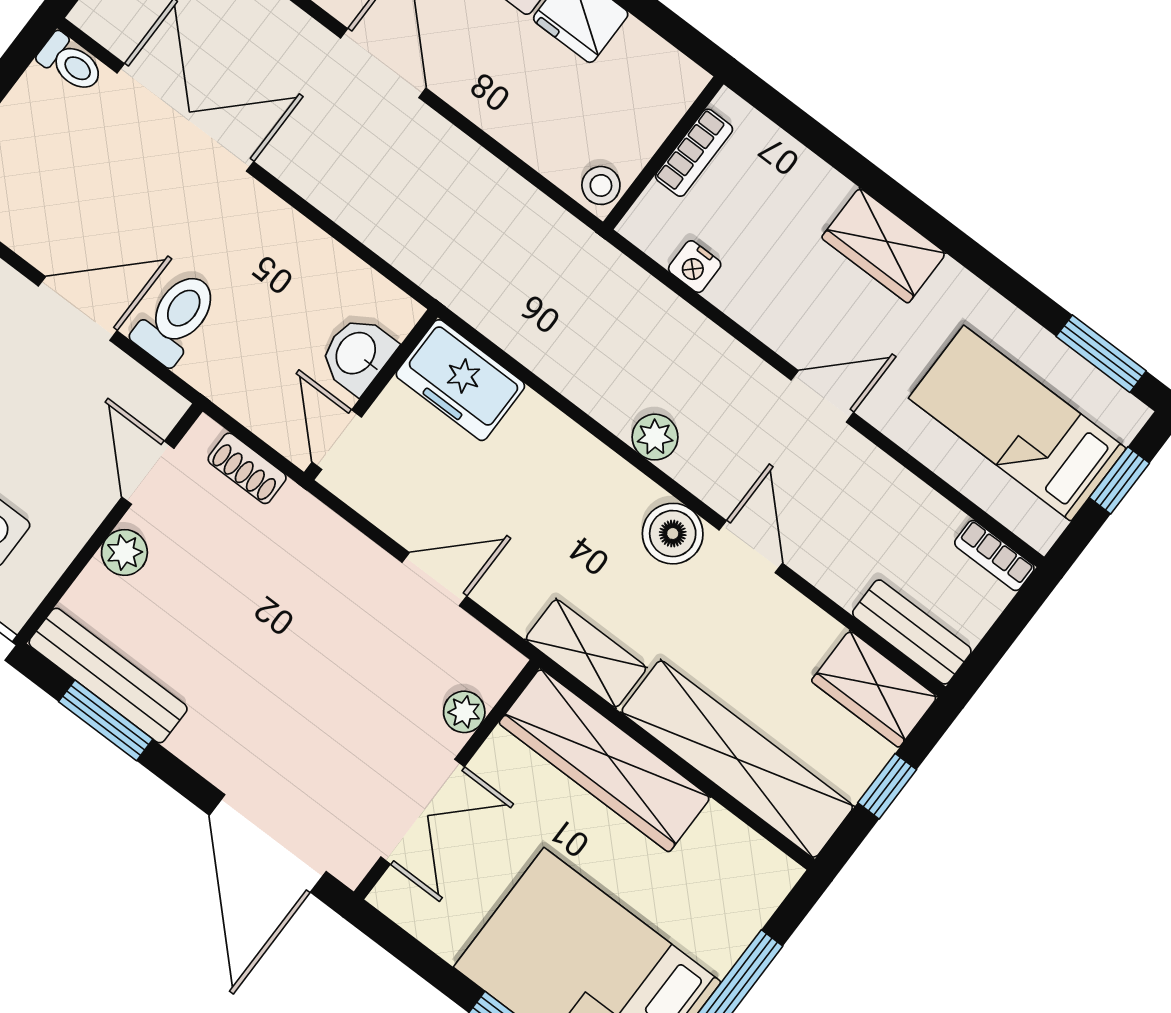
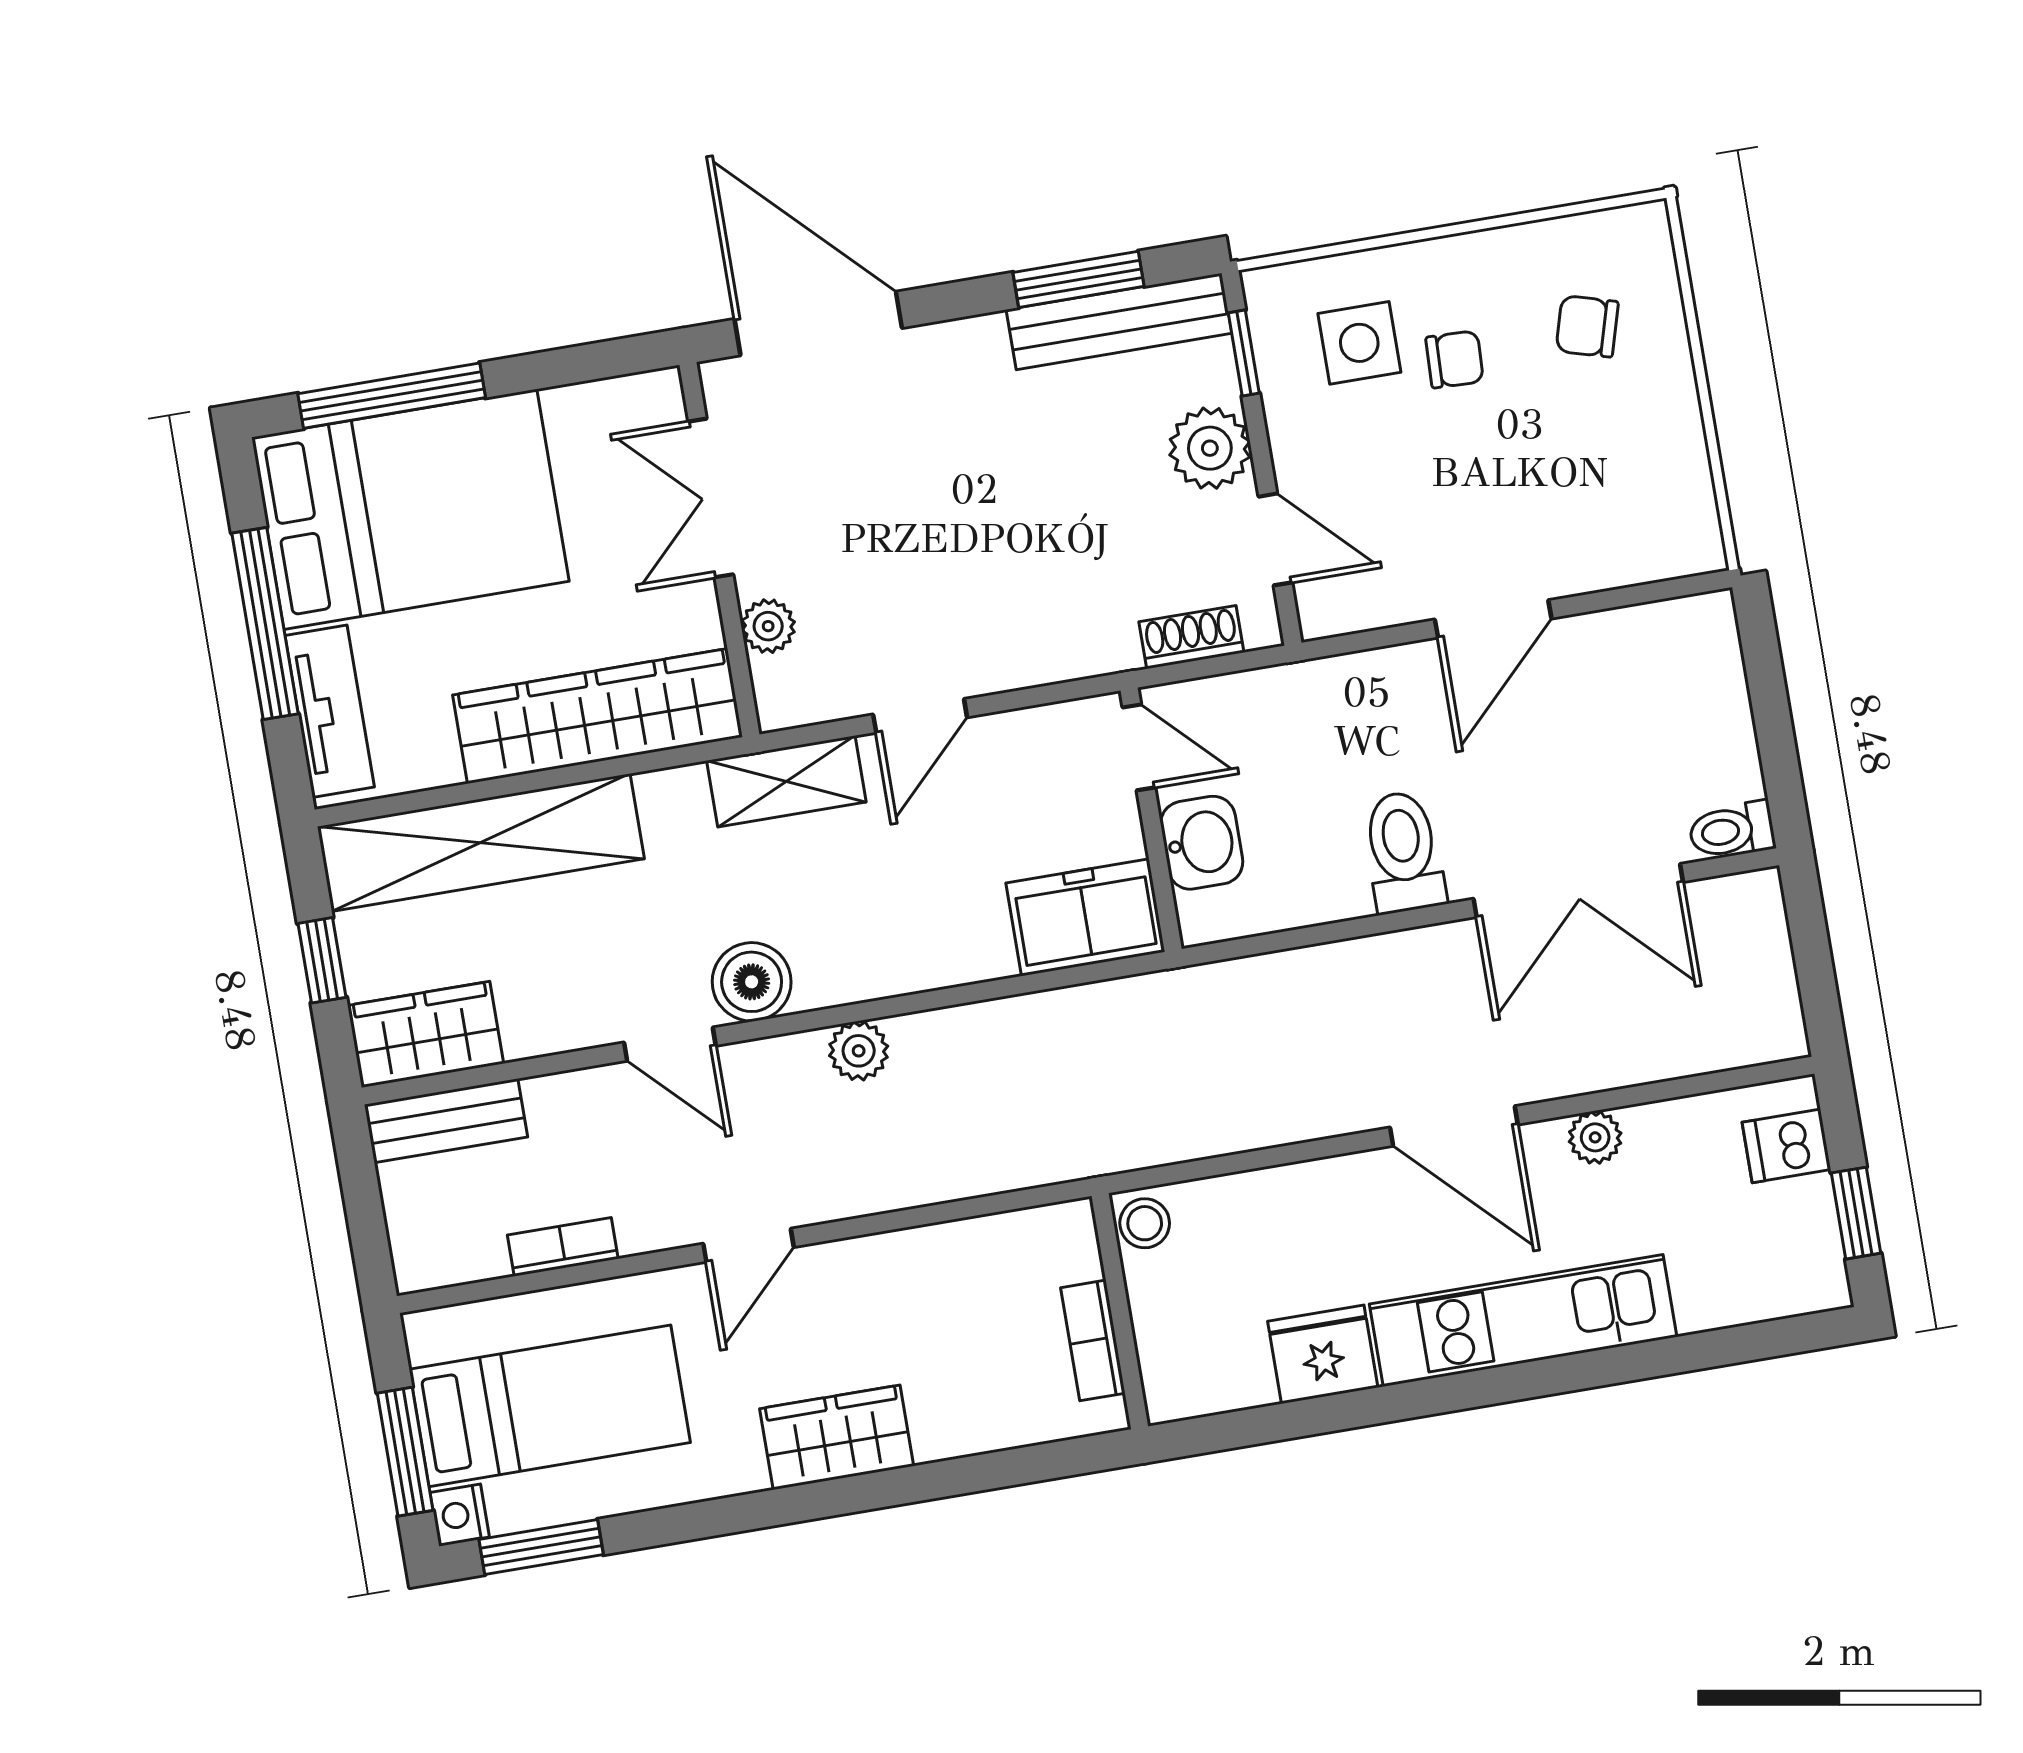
nightstand: (695, 267) -> (460, 1515), moved, turned -90
toilet: (176, 318) -> (1403, 852), moved, turned 180
window: (1119, 480) -> (405, 1452), width x1.50
plant: (124, 552) -> (1210, 448), width x1.38, depth x1.38
bookcase: (994, 555) -> (563, 1247), moved
window: (60, 589) -> (1244, 353), added
shelving: (586, 653) -> (786, 781), moved
tv unit: (743, 913) -> (330, 711), added

